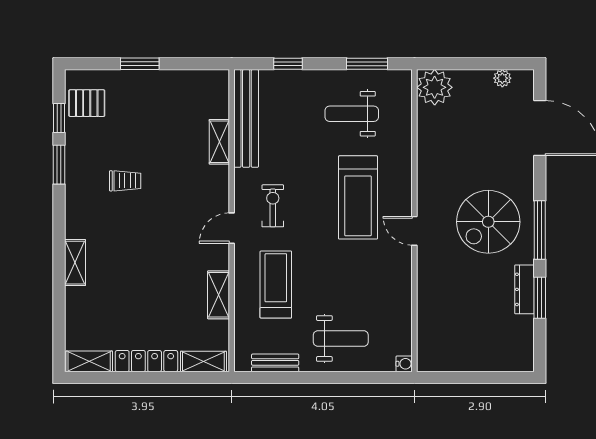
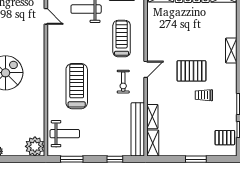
weight bench: (352, 114) -> (65, 134), moved
pallet: (148, 225) -> (191, 71), added
door: (414, 231) -> (46, 16), moved
treadmill: (276, 284) -> (122, 39), turned 180
shelving: (219, 295) -> (153, 143), moved

